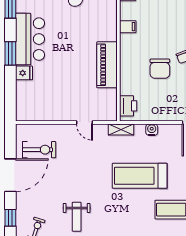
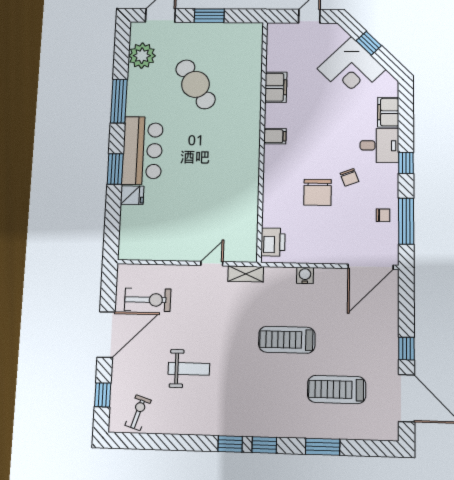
piano: (107, 65) -> (245, 186), removed
door: (84, 122) -> (212, 264), swing flipped
shelving: (121, 129) -> (246, 274), moved
treadmill: (140, 176) -> (287, 340), width x0.73, depth x0.73
weight bench: (77, 217) -> (189, 369), moved, turned -90

